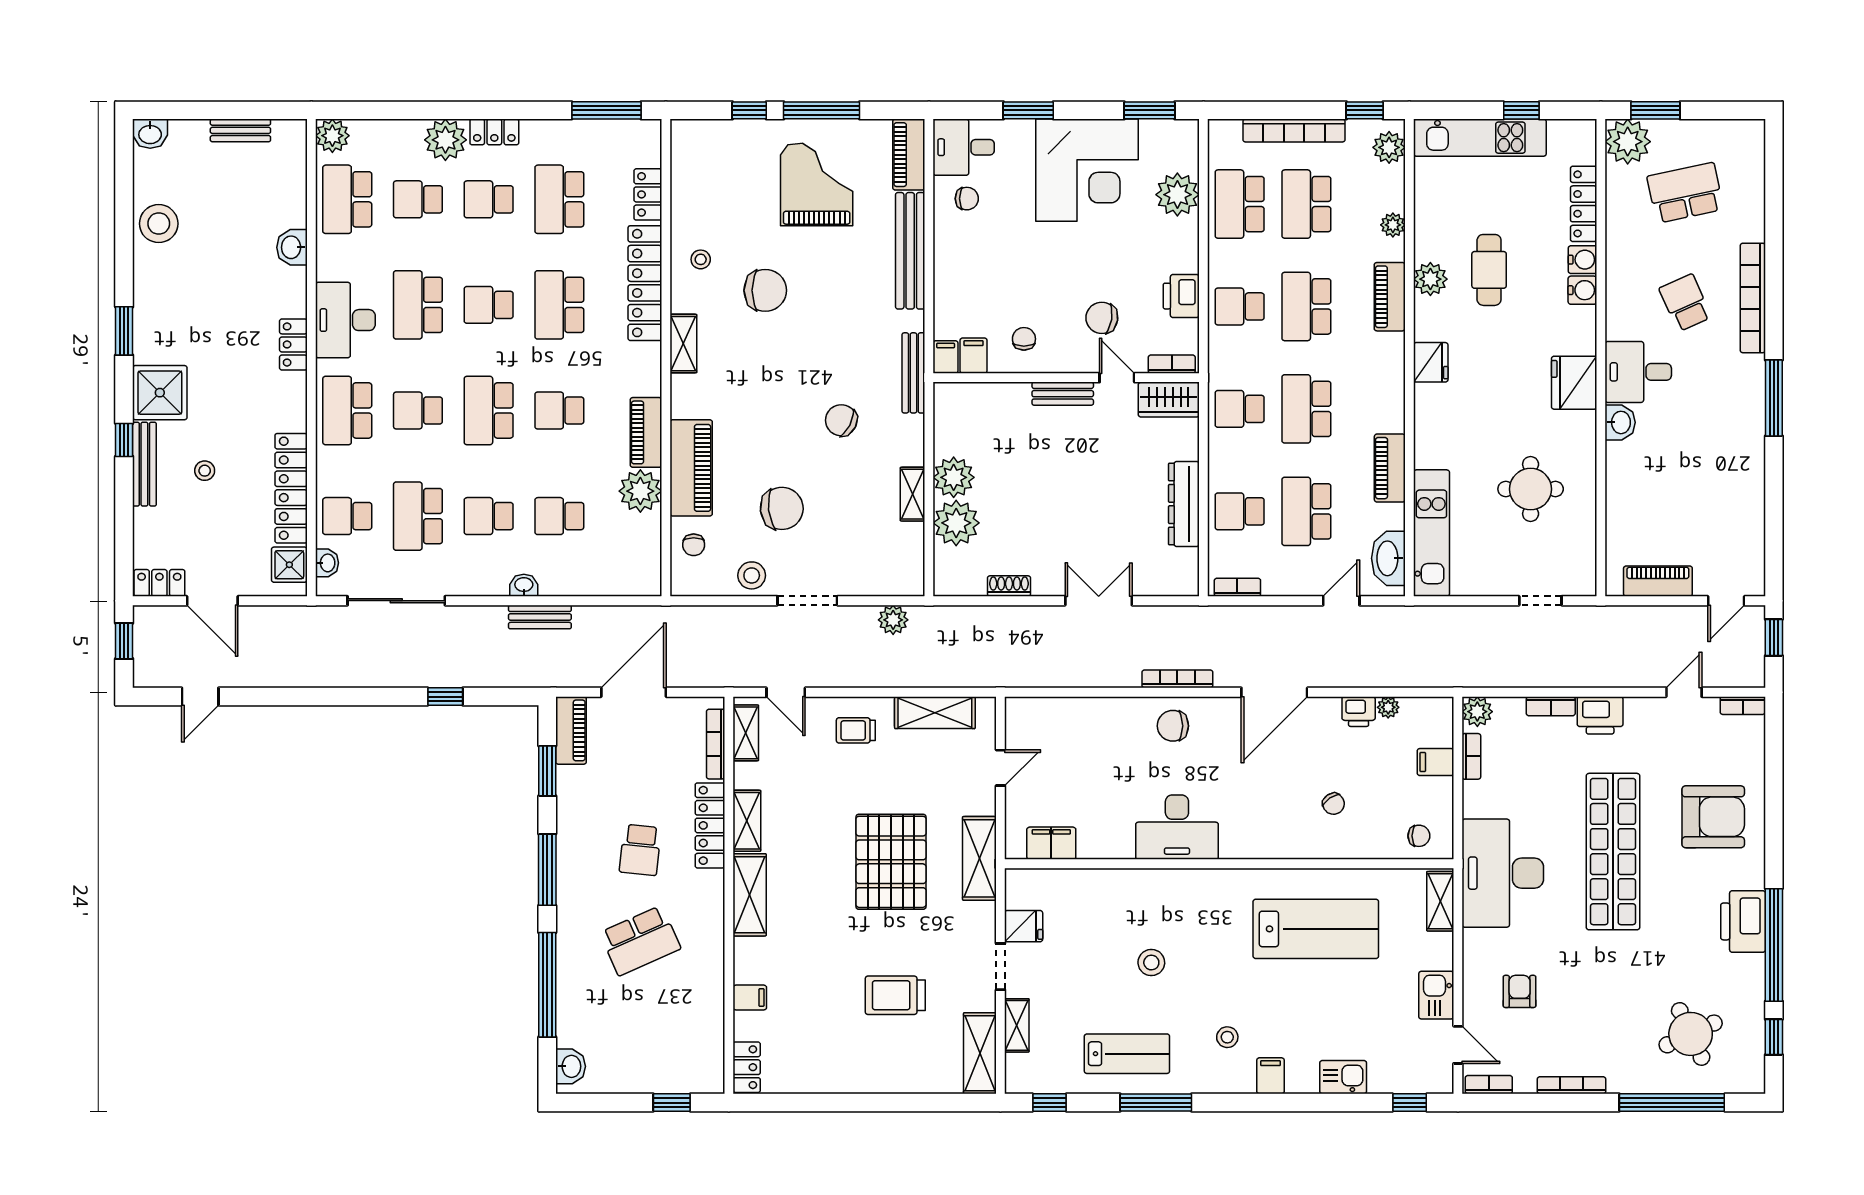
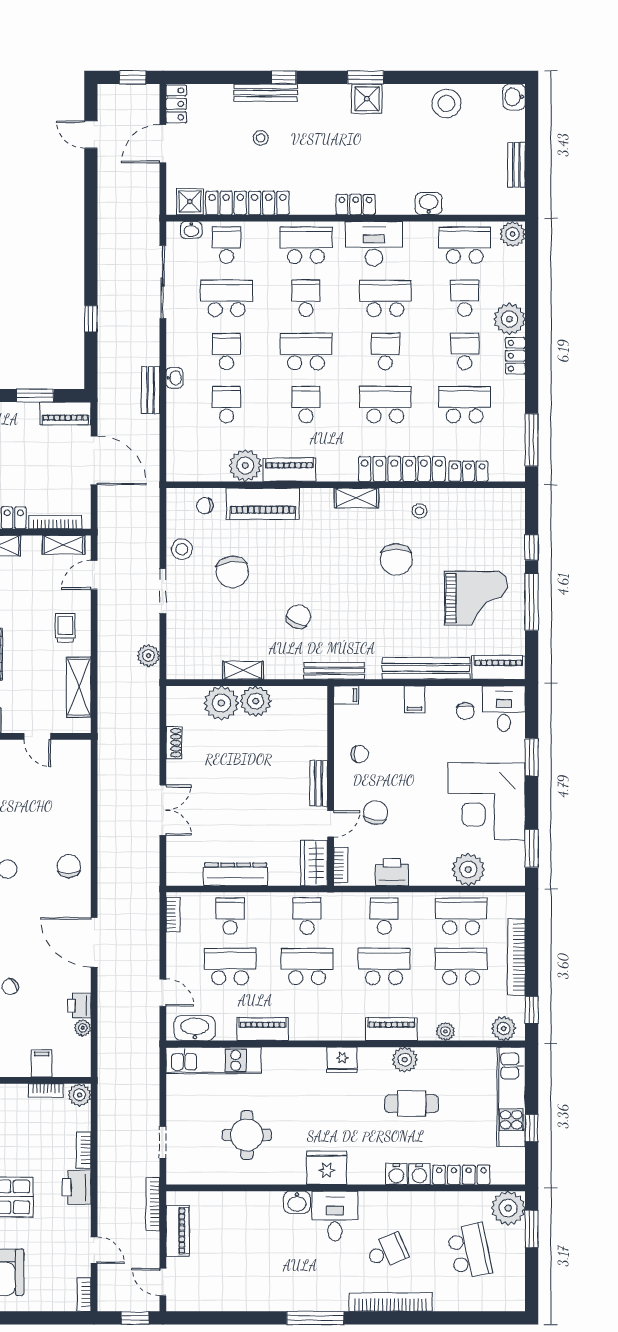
filing cabinet: (974, 356) -> (414, 699), moved, turned 90
shower: (160, 393) -> (367, 99), moved, width x0.73, depth x0.73
bookcase: (1177, 679) -> (153, 1204), moved, turned 180

